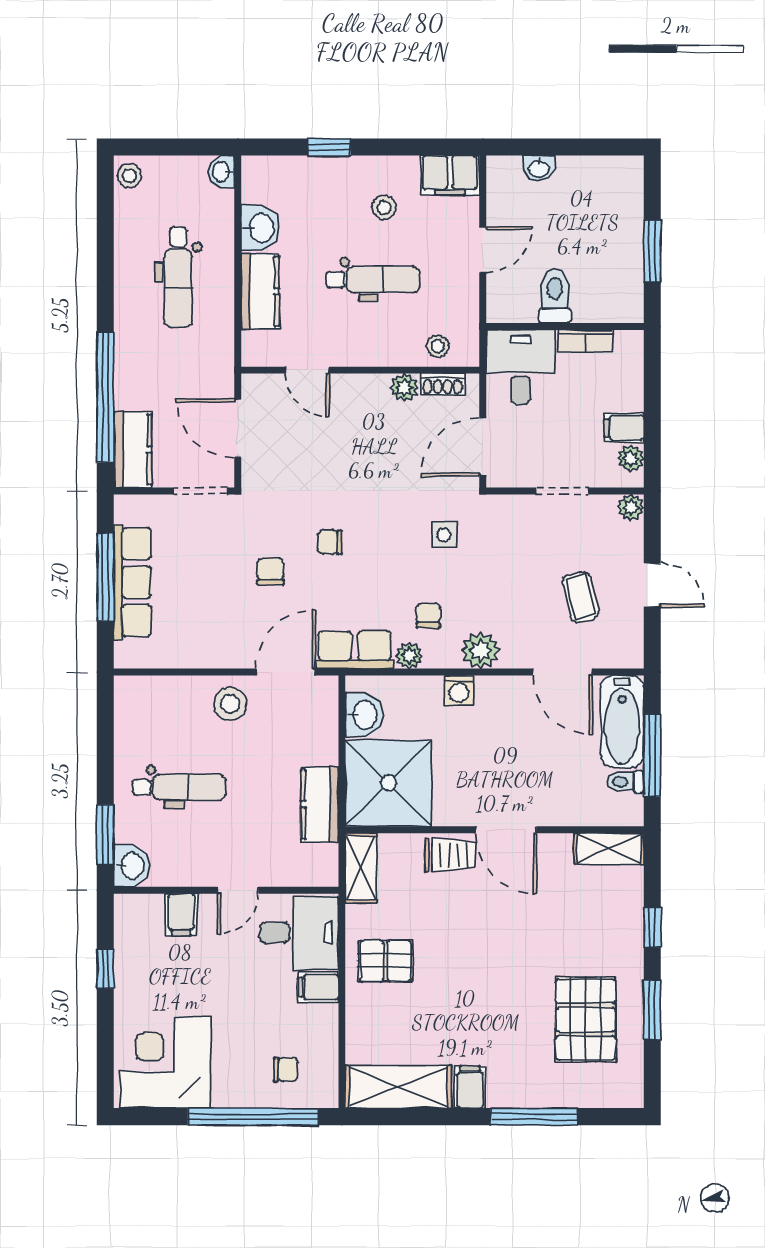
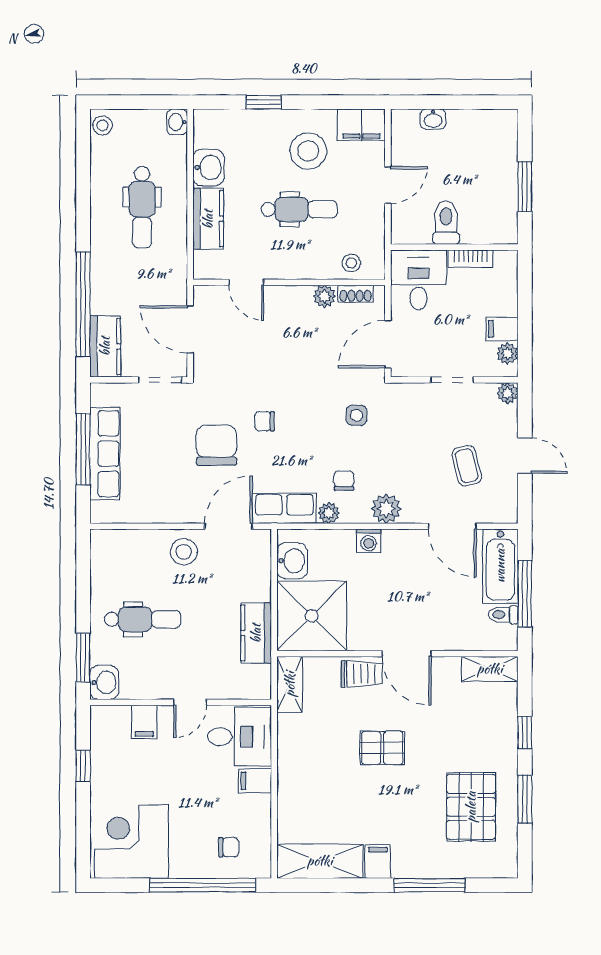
stool: (384, 207) -> (308, 151), width x1.89, depth x1.89
chair: (271, 572) -> (217, 445), width x1.87, depth x1.87
pallet: (385, 961) -> (382, 748), moved

